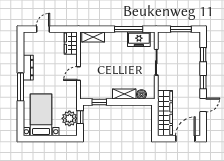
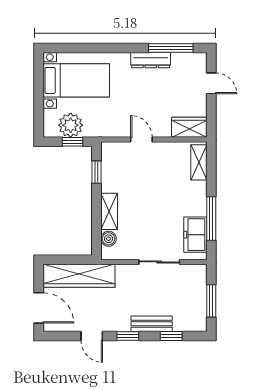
bench: (195, 67) -> (152, 324), added
window: (21, 87) -> (171, 48), moved

